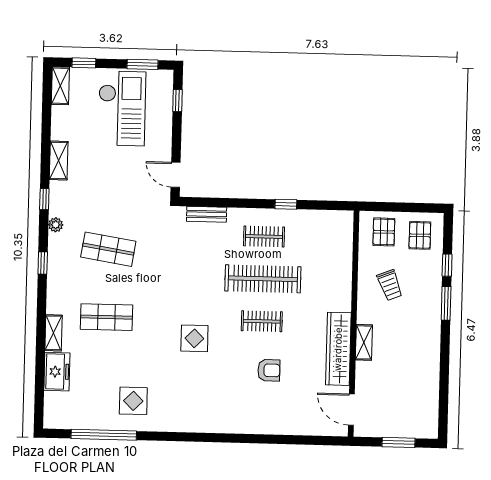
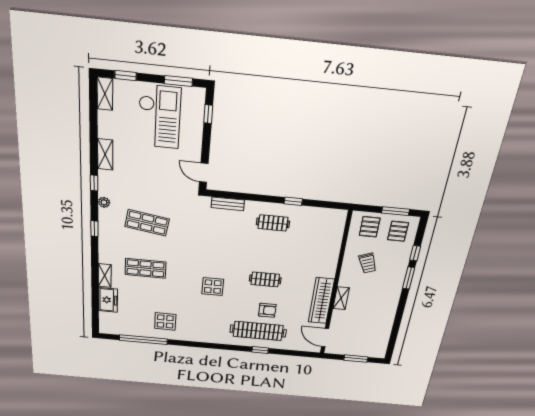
window: (412, 207) -> (396, 211), added
clothes rail: (263, 279) -> (258, 331), moved
window: (265, 439) -> (260, 350), added

